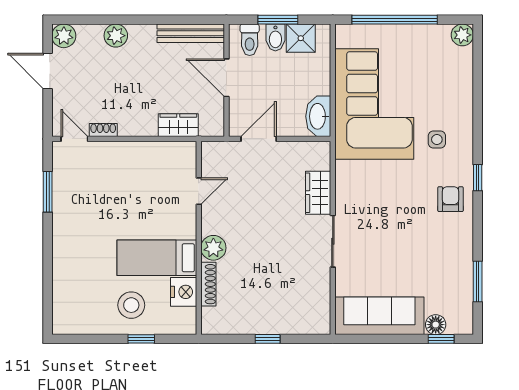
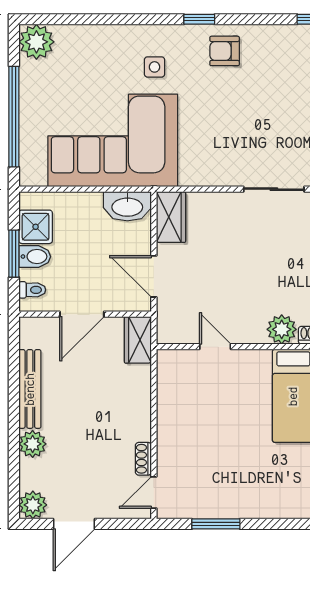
bench: (191, 33) -> (30, 389), moved
plant: (462, 35) -> (36, 42), width x1.36, depth x1.36
toilet: (250, 40) -> (32, 290), width x0.73, depth x0.72
wardrobe: (178, 125) -> (138, 340), moved
wardrobe: (318, 193) -> (171, 217), moved, turned -90

